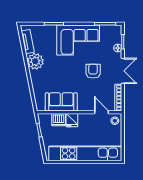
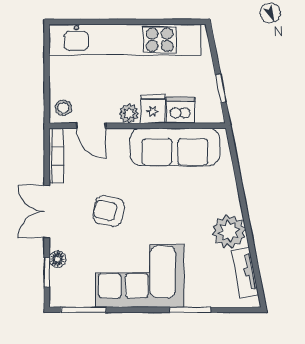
armchair: (93, 71) -> (109, 211), turned 102
sofa: (61, 102) -> (175, 147), width x1.36
plant: (83, 118) -> (129, 114), added

